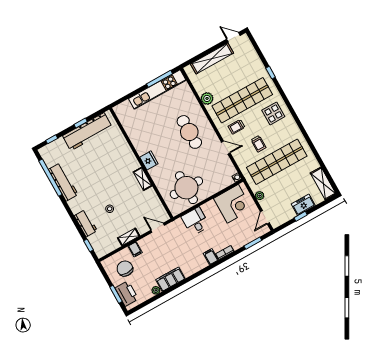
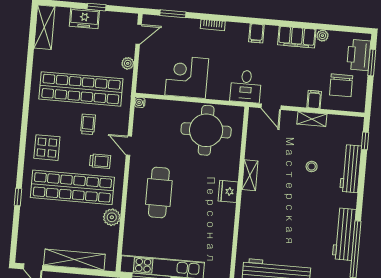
corner desk: (233, 204) -> (187, 77), moved
desk: (195, 221) -> (246, 86), moved
workbench: (86, 223) -> (351, 169), width x1.37
filing cabinet: (211, 257) -> (256, 33), moved

